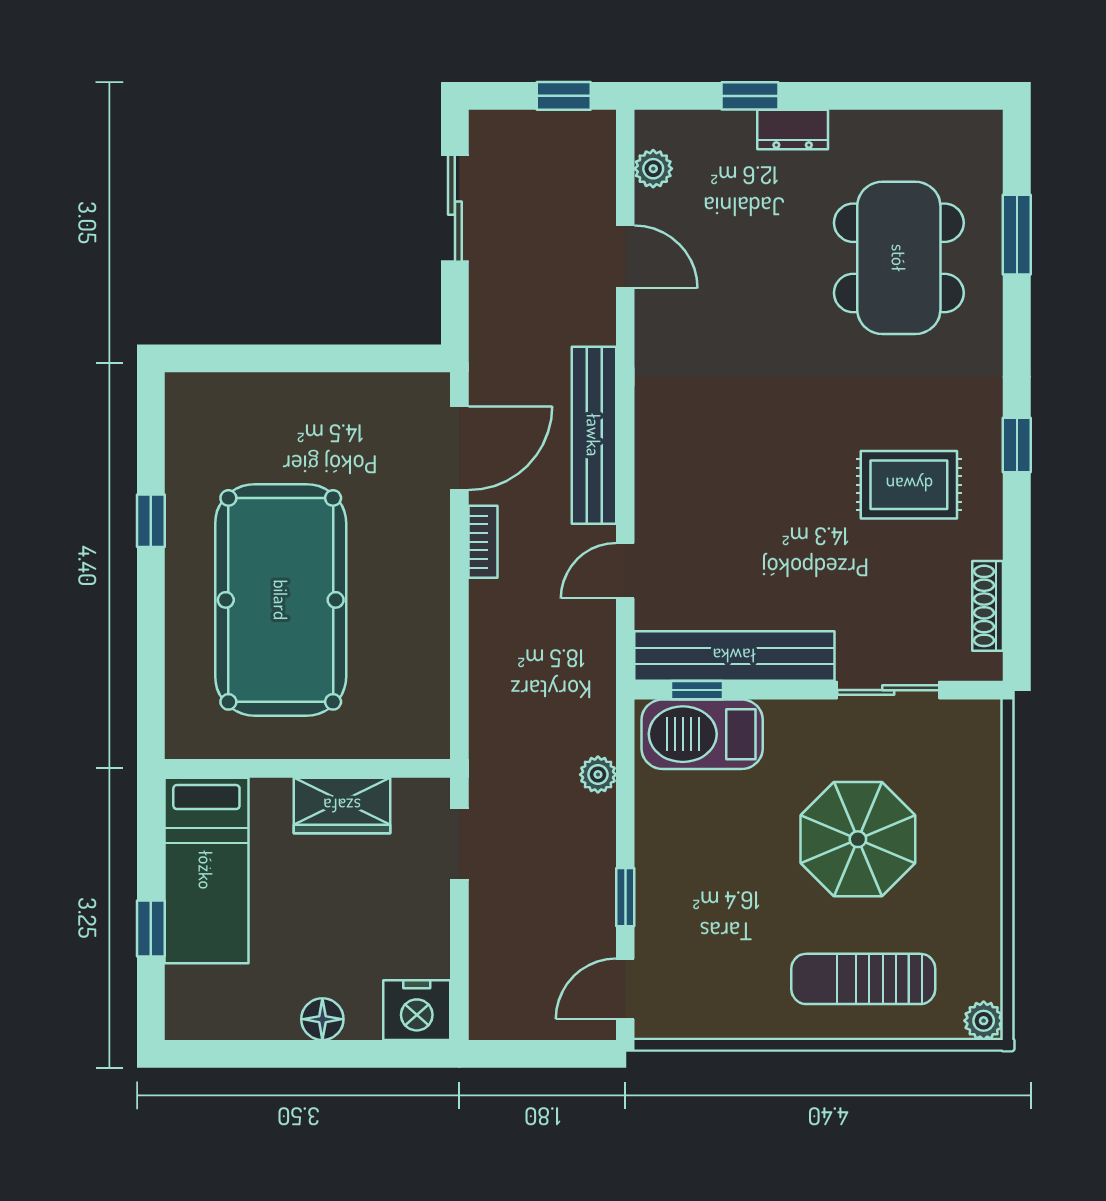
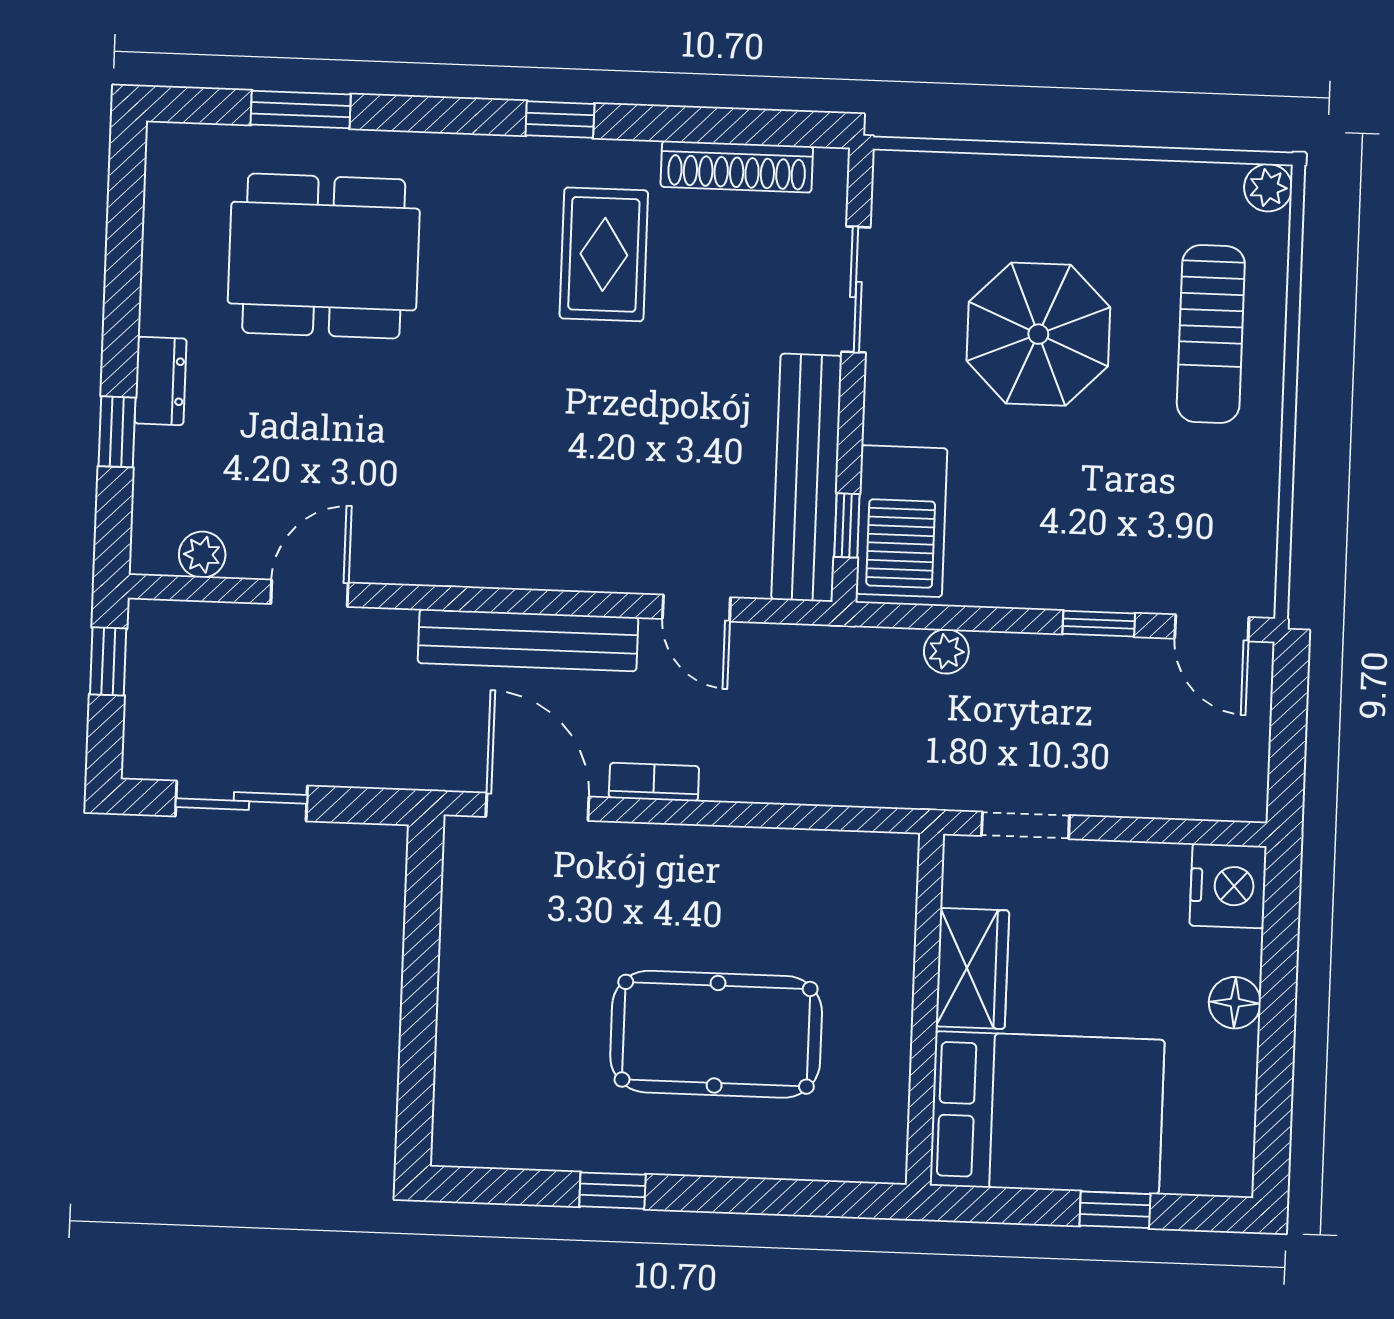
pool table: (281, 600) -> (716, 1034), width x0.73, depth x0.76
shoe rack: (988, 606) -> (737, 167), width x1.36, depth x1.24
bed: (206, 870) -> (1047, 1113), width x1.50

